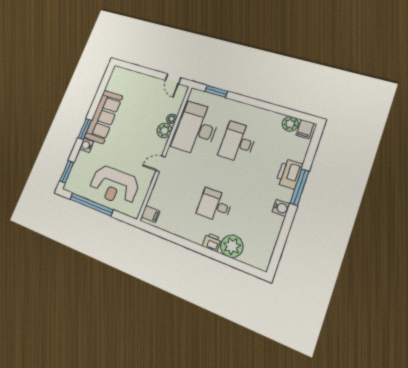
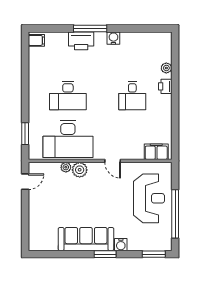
plant: (290, 124) -> (36, 55), removed
filing cabinet: (150, 214) -> (156, 152), width x2.00
plant: (232, 246) -> (166, 68), width x0.53, depth x0.53

